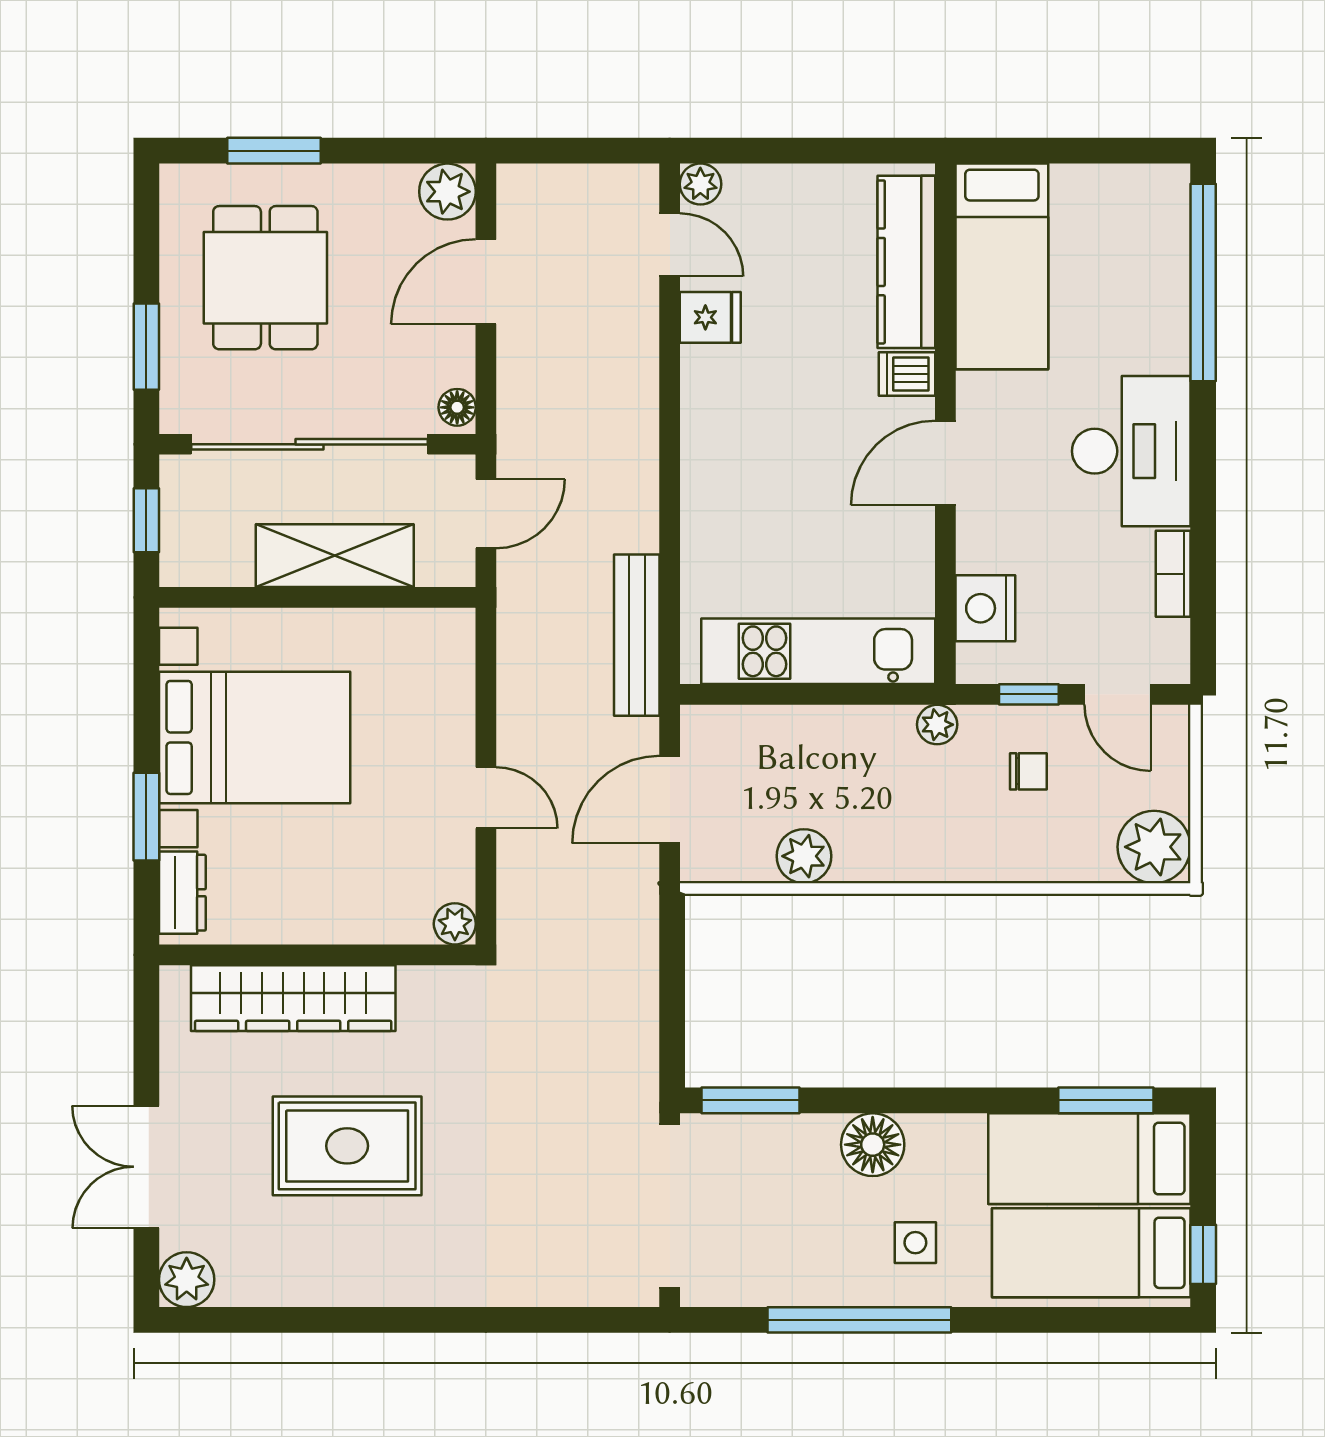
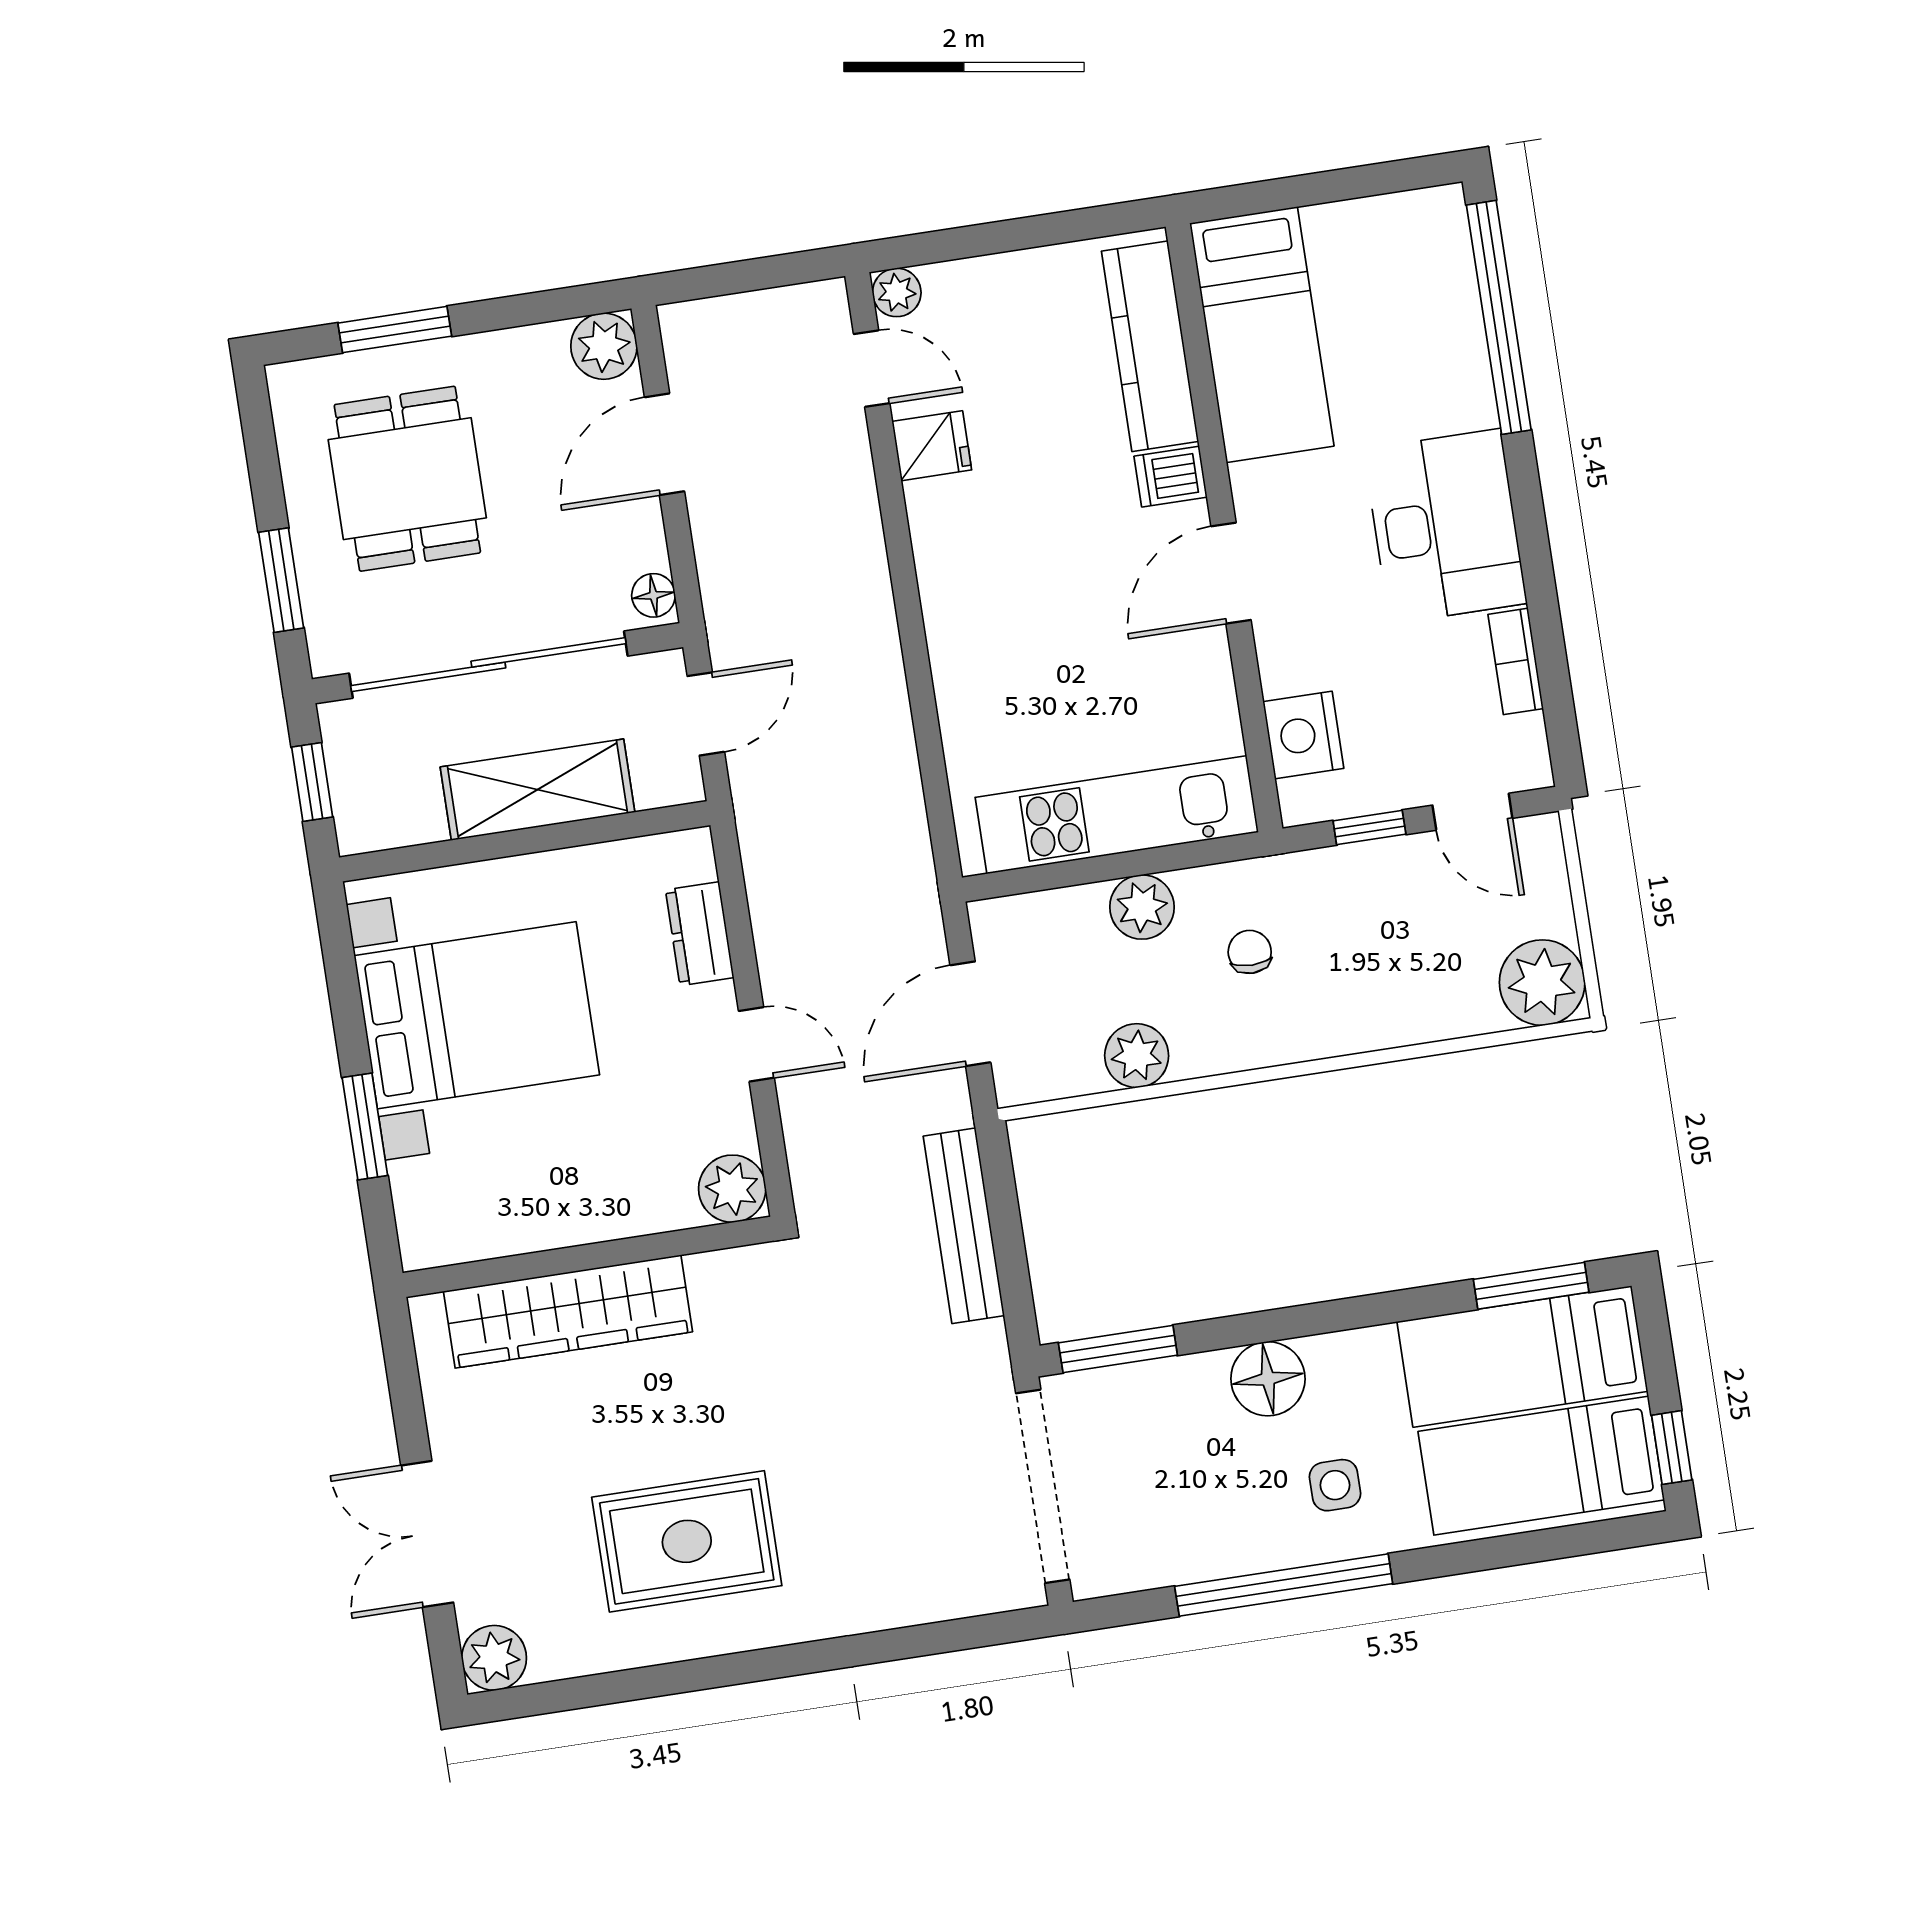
bench: (637, 635) -> (964, 1226), moved
plant: (937, 725) -> (1142, 907), moved, width x1.38, depth x1.38
chair: (1028, 771) -> (1250, 952), moved, turned -90
dresser: (182, 893) -> (700, 934), moved, turned 180
plant: (455, 924) -> (732, 1189), width x1.38, depth x1.38
rug: (347, 1146) -> (687, 1541), moved

